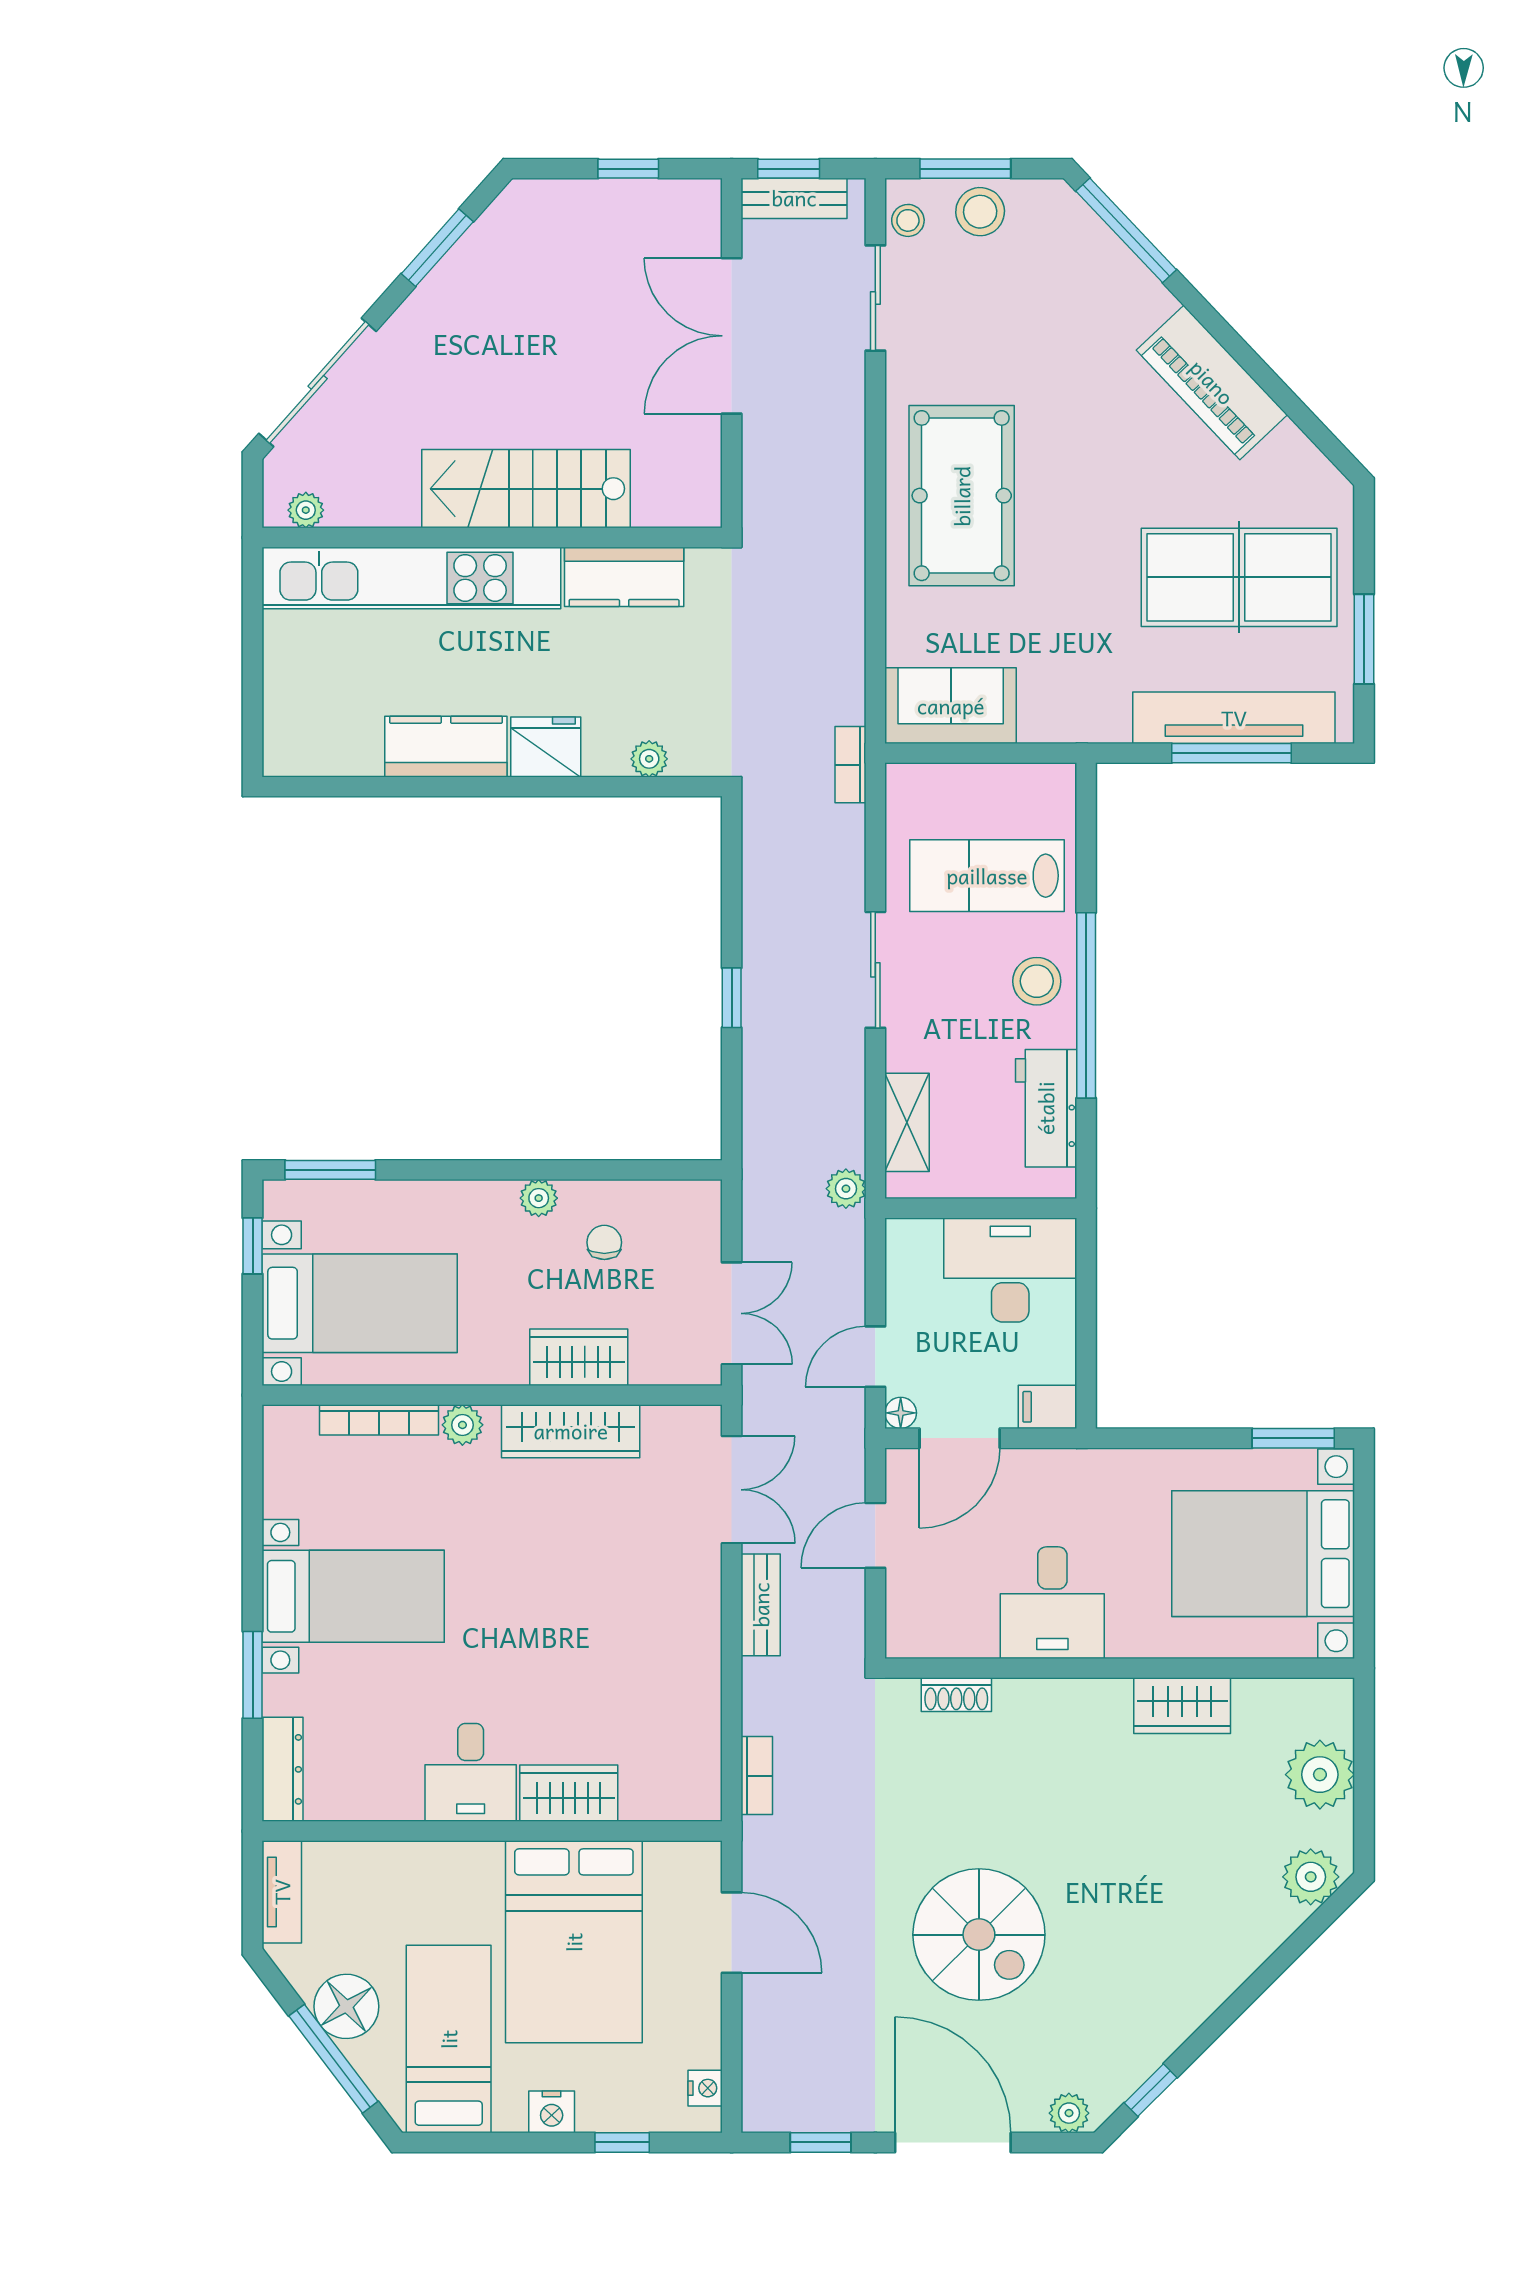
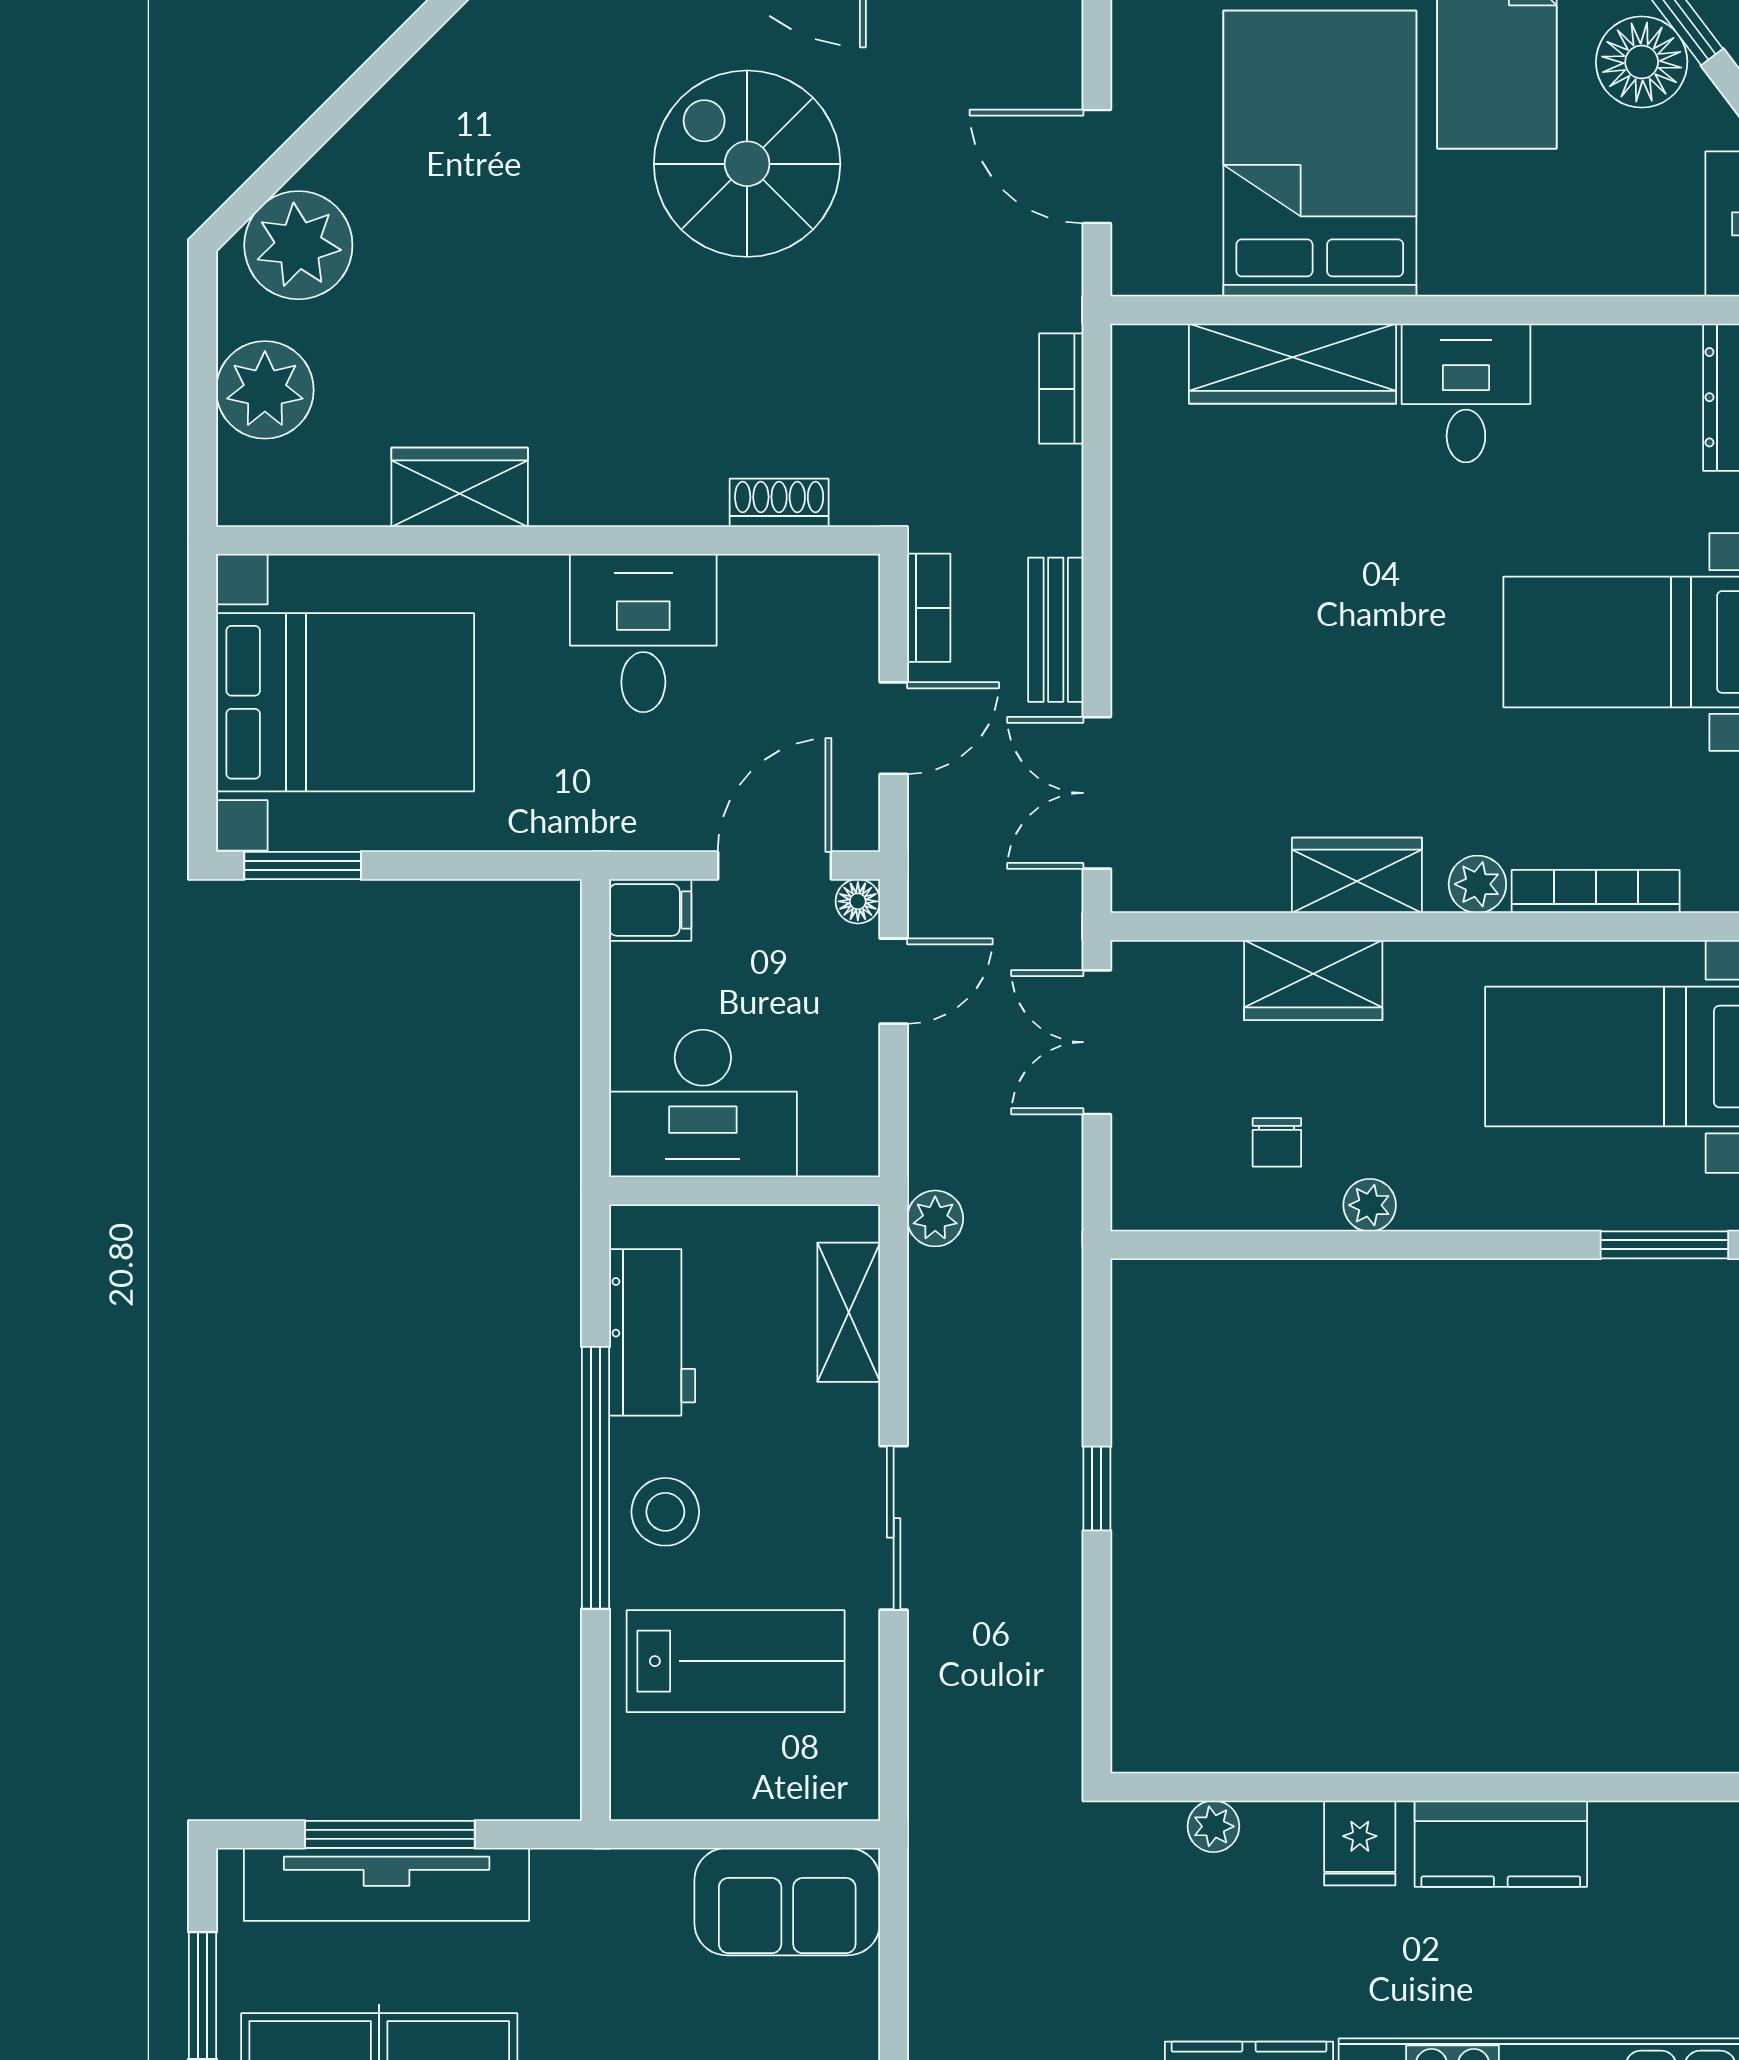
fridge: (546, 747) -> (1360, 1843), width x0.72
bookcase: (850, 765) -> (929, 608), moved
wardrobe: (571, 1431) -> (1357, 875), width x0.67
wardrobe: (569, 1793) -> (1293, 364), width x1.50
plant: (1311, 1877) -> (298, 245), width x1.36, depth x1.36

